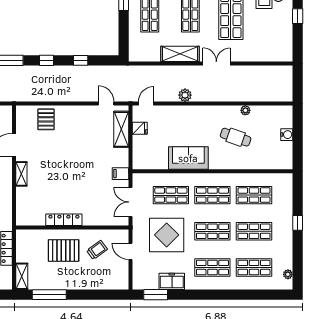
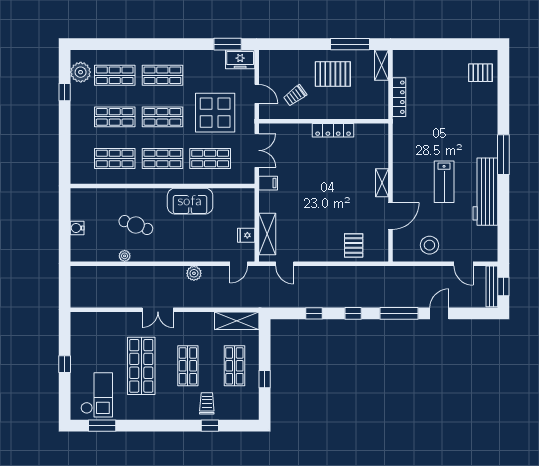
shelving: (180, 54) -> (237, 321), moved
window: (298, 223) -> (65, 92), moved
pallet: (64, 251) -> (333, 74), moved
plant: (288, 274) -> (81, 72), width x1.88, depth x1.88
freezer: (172, 281) -> (240, 59), moved

